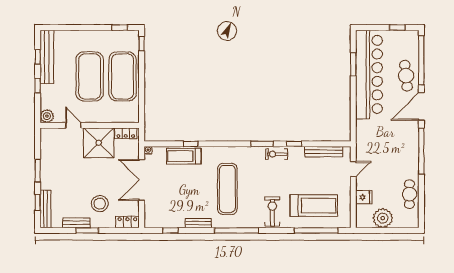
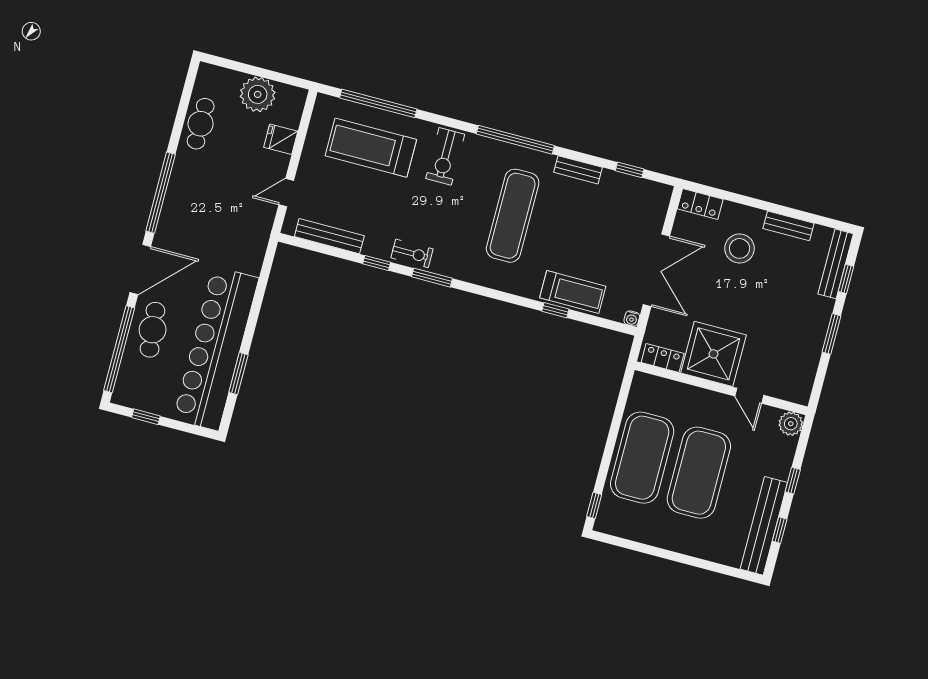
window: (120, 28) -> (625, 543), removed
window: (87, 230) -> (774, 208), removed

